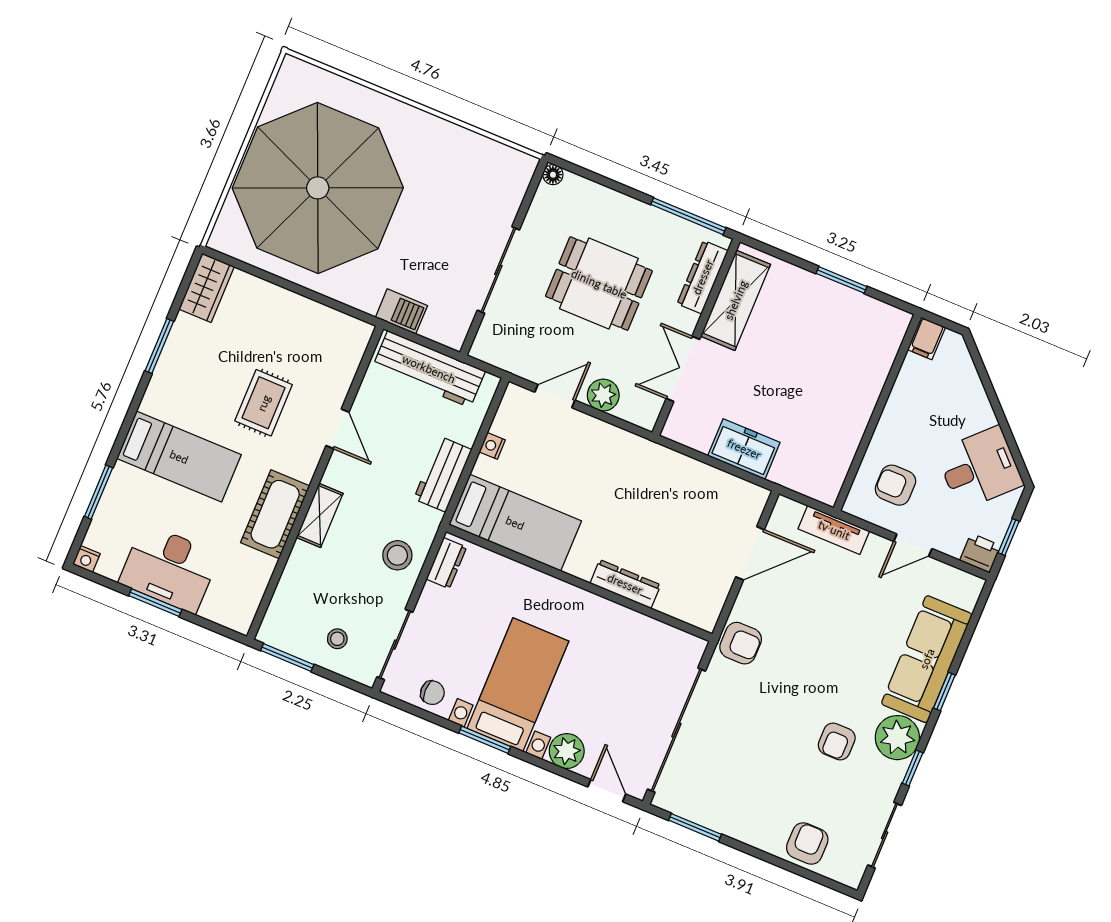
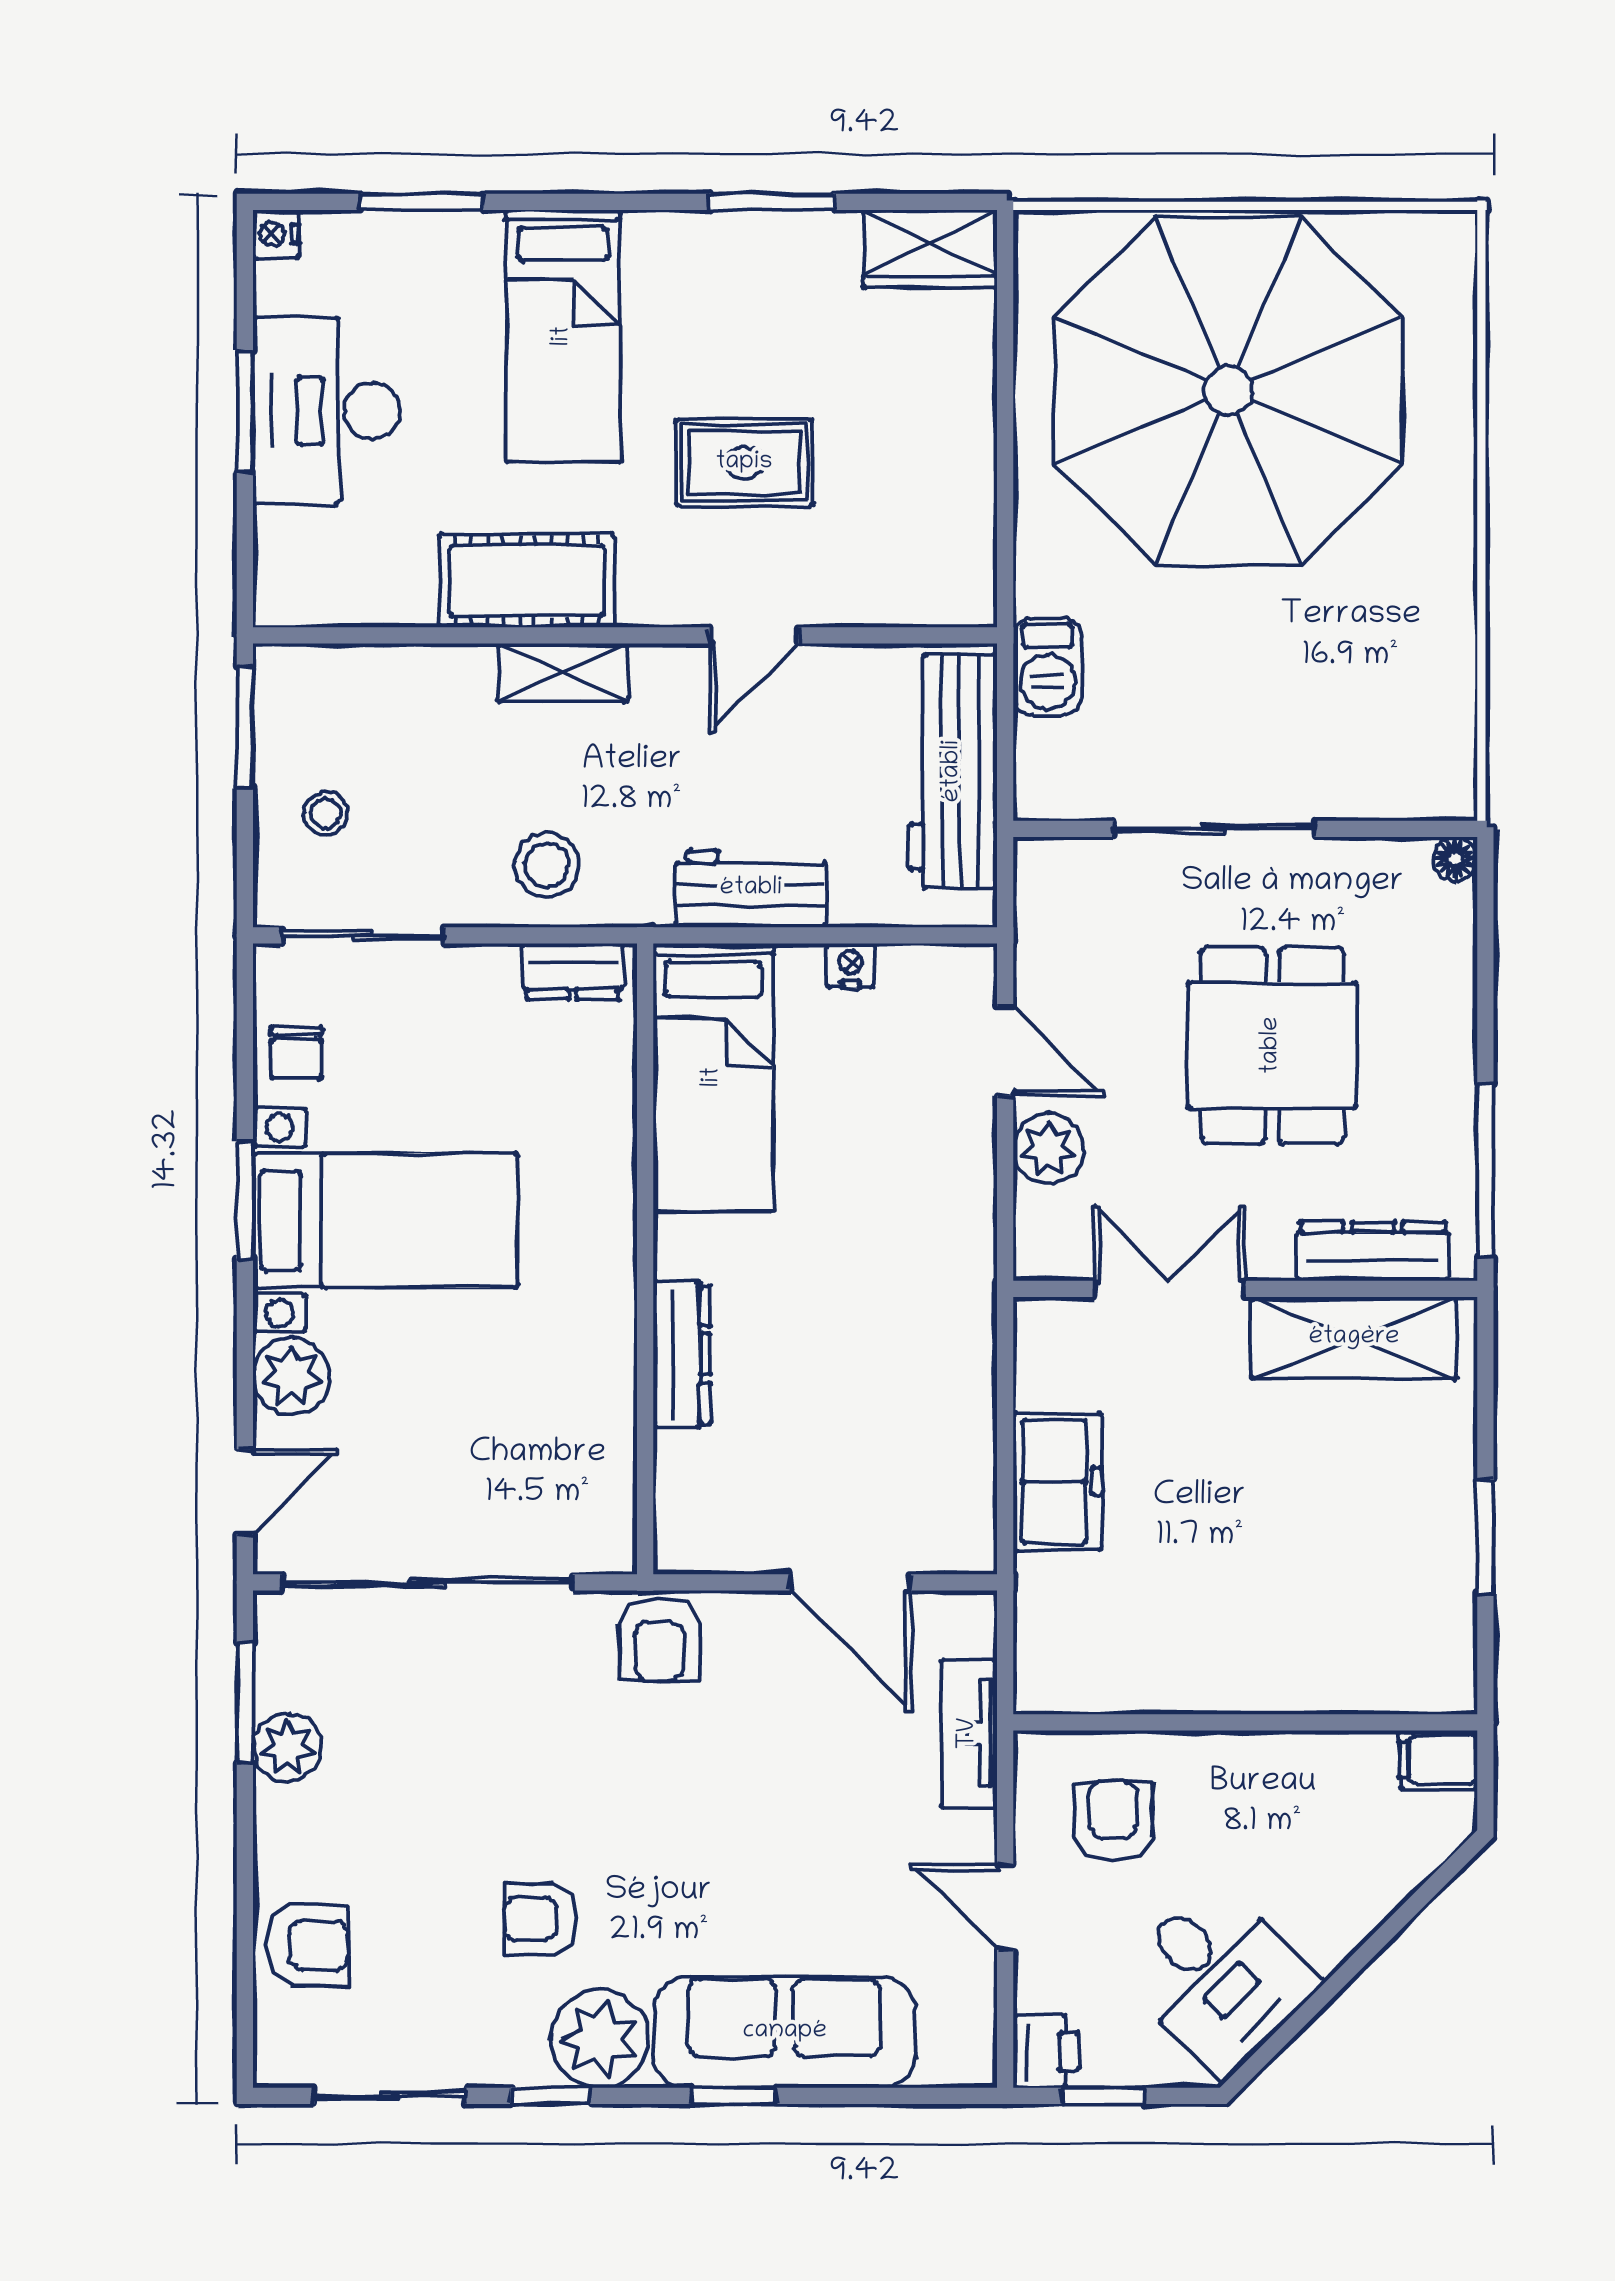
plant: (721, 817) -> (287, 1748), added

